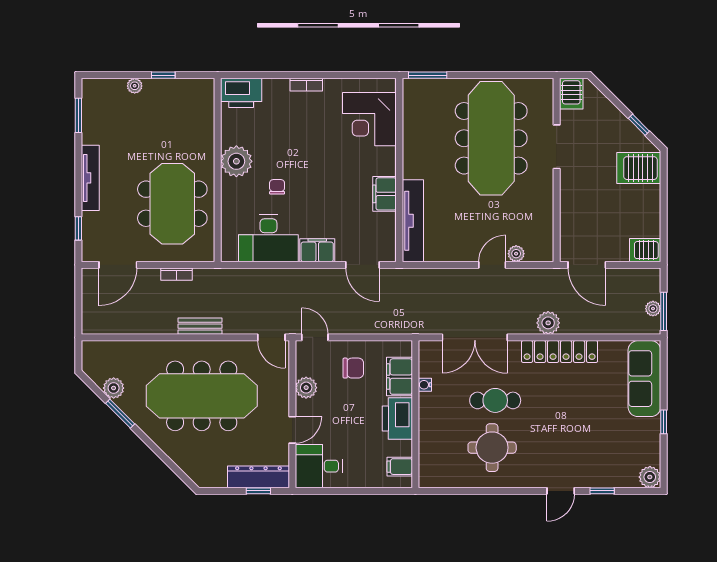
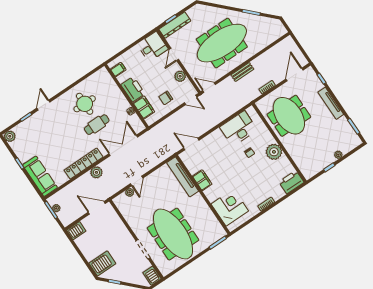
filing cabinet: (317, 250) -> (215, 137), removed
plant: (114, 388) -> (261, 21), removed

